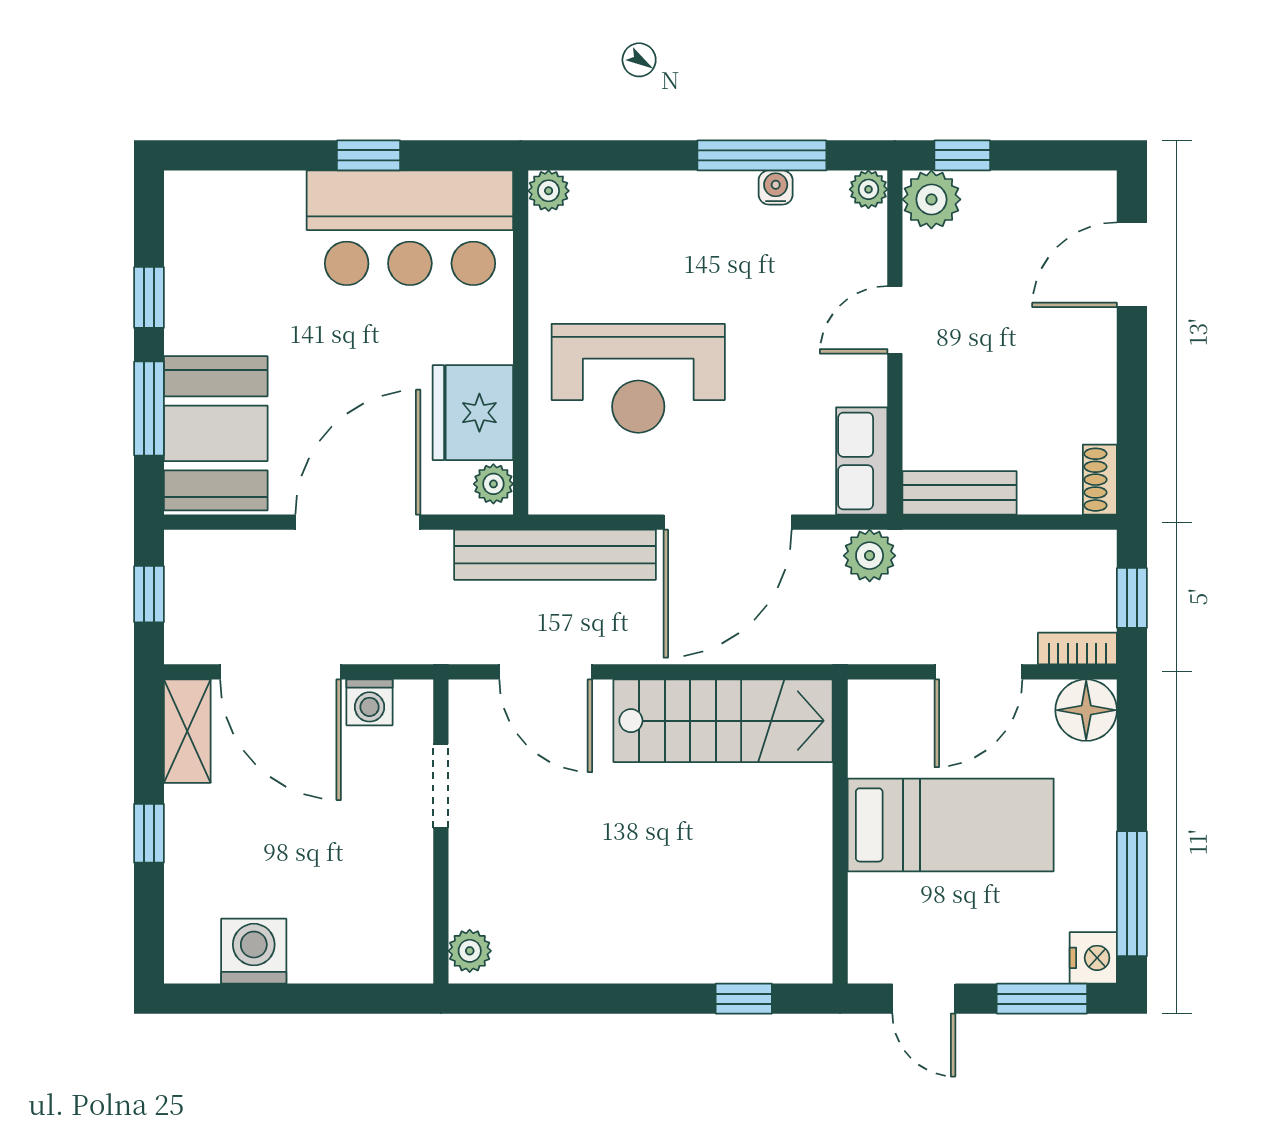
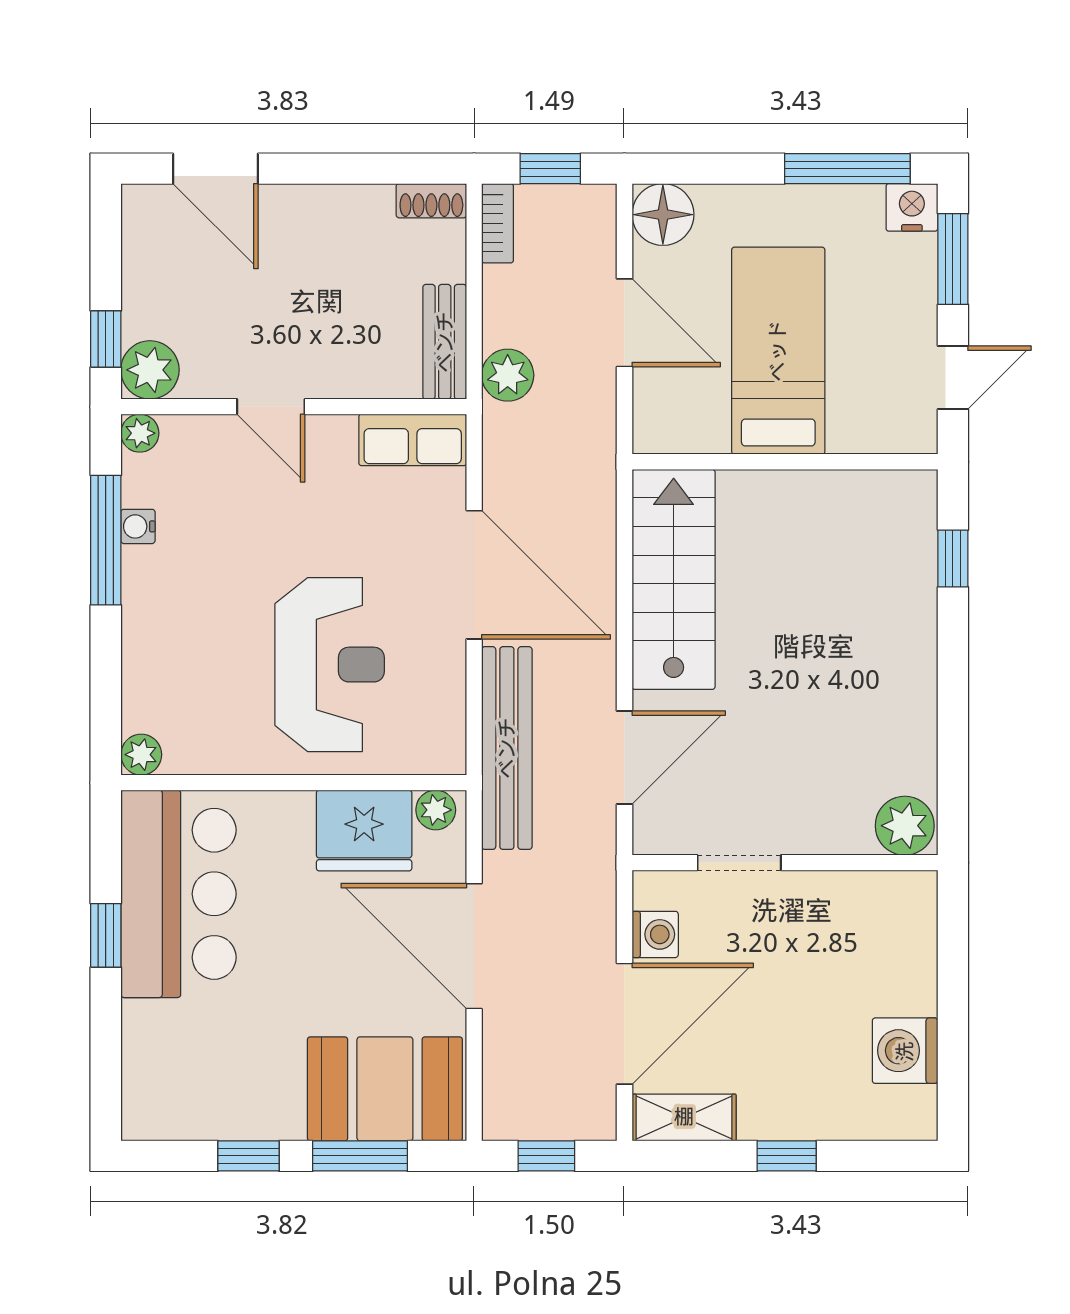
plant: (870, 556) -> (508, 375), moved
bookcase: (1077, 649) -> (498, 223), moved, turned 180
plant: (470, 951) -> (905, 826), width x1.38, depth x1.38

